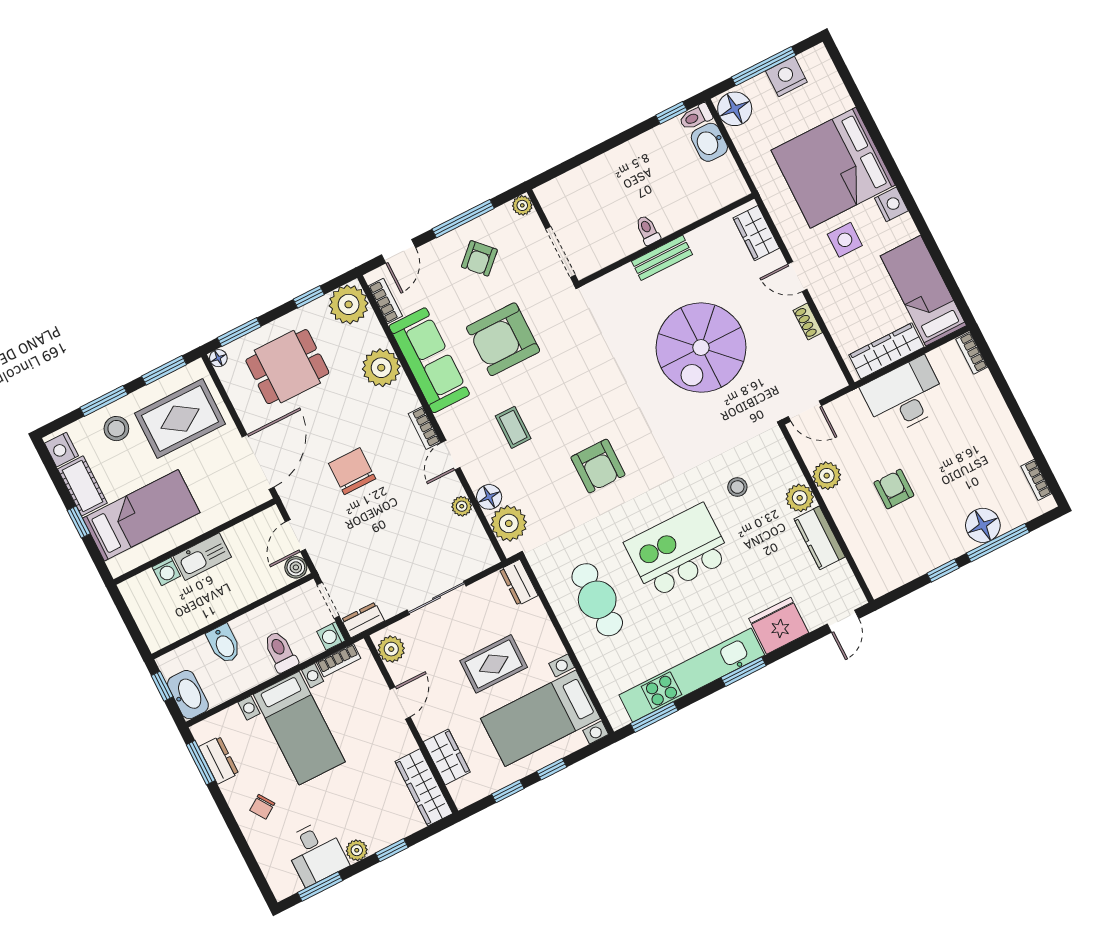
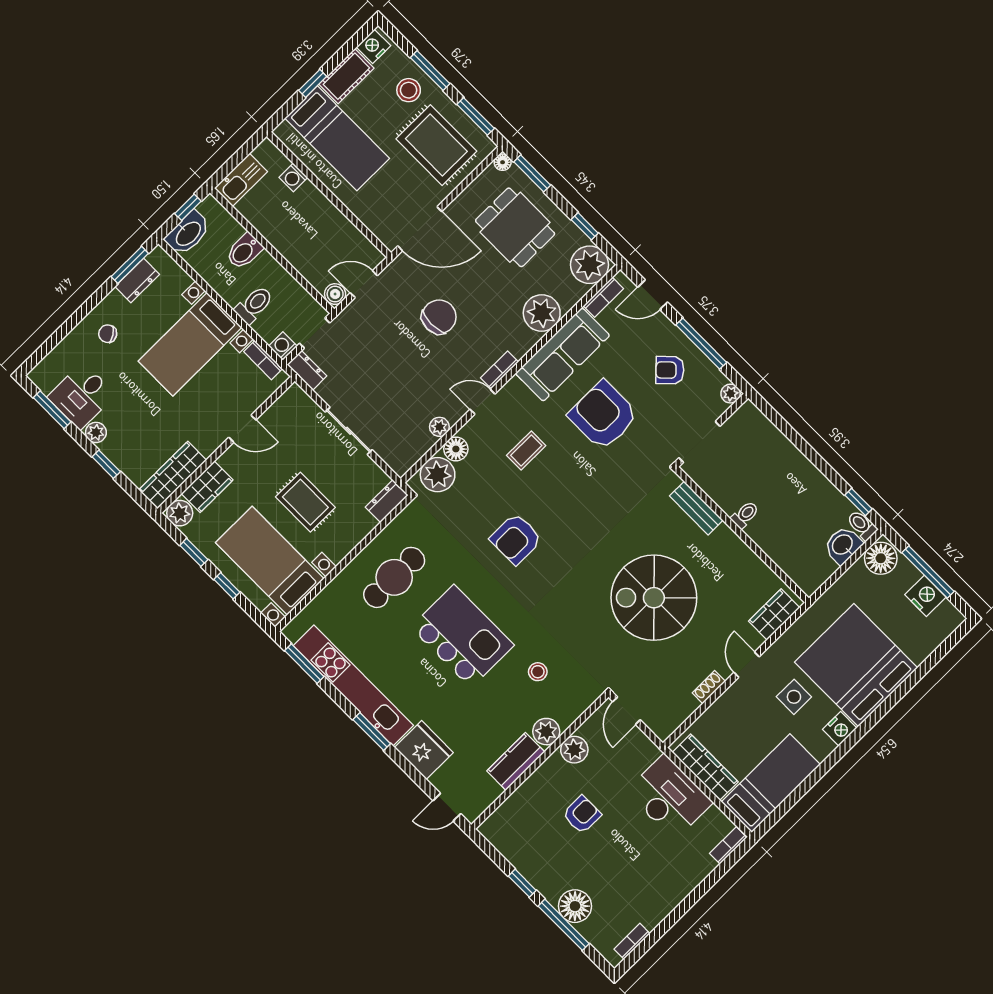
bench: (662, 258) -> (696, 508), moved
kitchen sink: (202, 557) -> (241, 180), moved, turned -90
plant: (391, 649) -> (180, 513), moved

